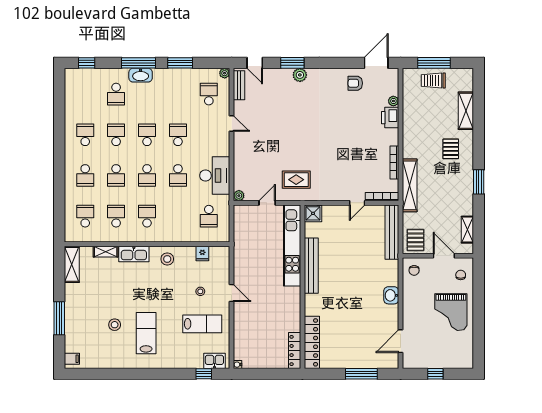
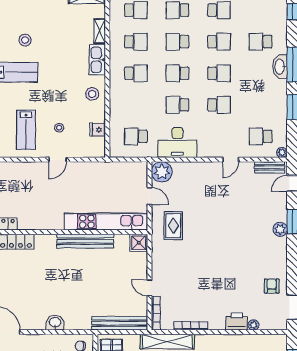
school desk: (209, 94) -> (261, 136), turned 180
plant: (239, 196) -> (162, 172), width x1.88, depth x1.88

